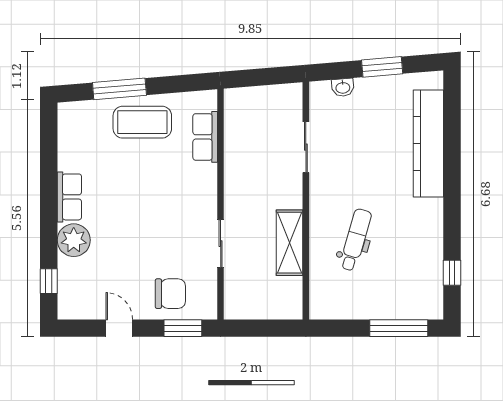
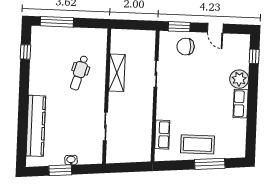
washbasin: (343, 87) -> (71, 160), moved

